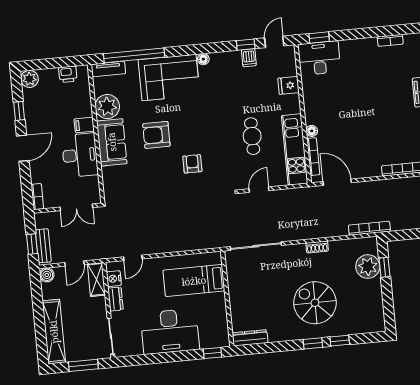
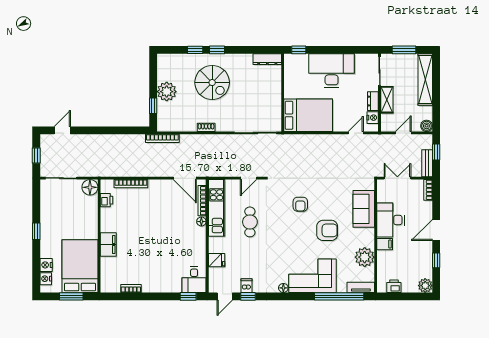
desk: (319, 58) -> (194, 280), width x0.73
sofa: (112, 142) -> (364, 209), moved
bench: (43, 246) -> (427, 163), moved
plant: (368, 266) -> (167, 92), moved
shelving: (96, 280) -> (387, 100), moved
bed: (194, 281) -> (308, 115), width x1.50

